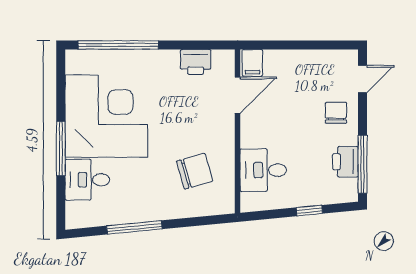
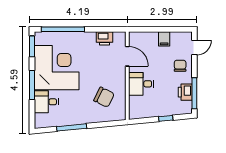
filing cabinet: (252, 63) -> (164, 39), moved
window: (61, 77) -> (32, 46), added
door: (238, 95) -> (127, 56), hinge flipped
desk: (263, 170) -> (141, 84), moved
chair: (195, 171) -> (104, 97), turned 42

